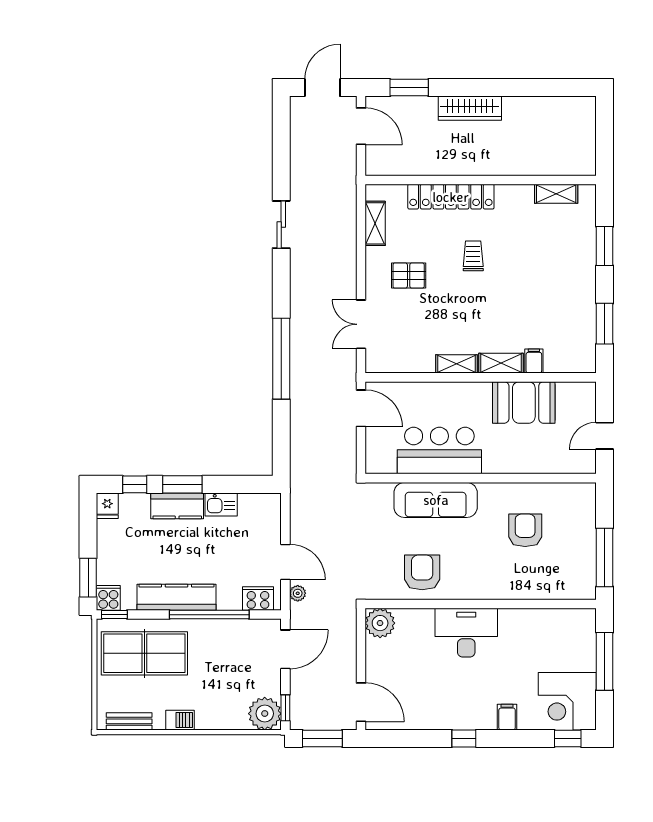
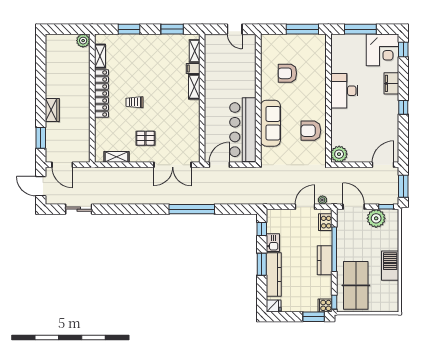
wardrobe: (470, 108) -> (52, 110), width x0.67
door: (361, 126) -> (62, 165), swing flipped
plant: (584, 164) -> (83, 41), added
locker: (451, 197) -> (102, 94), moved
sliding door: (281, 225) -> (79, 209), moved
pallet: (409, 276) -> (145, 138), turned 90
double door: (361, 324) -> (173, 165), width x1.37
shelving: (457, 364) -> (195, 51), moved
booth: (524, 402) -> (216, 74), removed
bar counter: (439, 451) -> (243, 130), width x1.36
window: (135, 484) -> (262, 229), moved
kitchen counter: (177, 506) -> (274, 274), width x1.50
kitchen counter: (176, 597) -> (325, 260), width x0.67
desk: (466, 633) -> (344, 91), moved
plant: (265, 714) -> (376, 218), moved
filing cabinet: (507, 717) -> (391, 83), width x2.00
barbecue: (180, 720) -> (390, 266), width x1.88, depth x1.53
bench: (129, 721) -> (394, 294), removed

